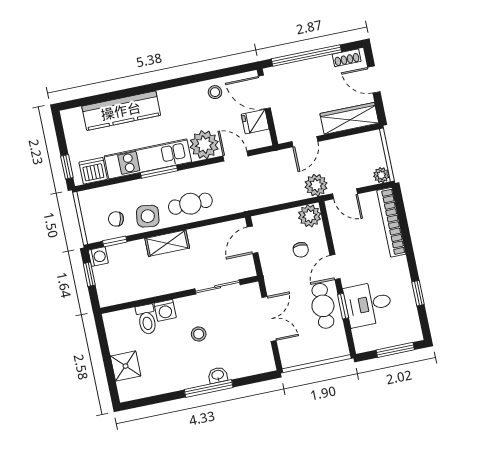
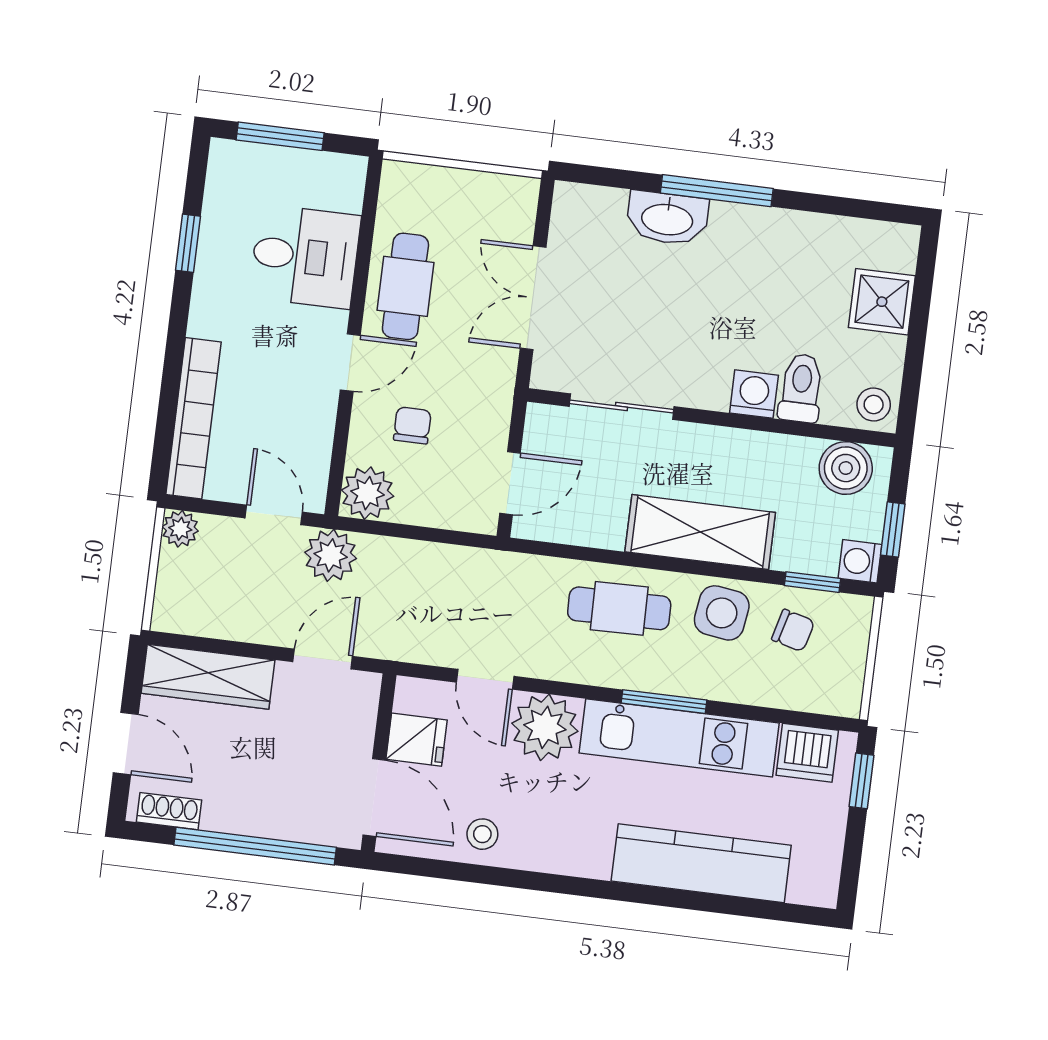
shelving: (167, 243) -> (700, 532), width x1.50, depth x1.33
boiler: (117, 293) -> (846, 468), added
window: (343, 306) -> (362, 271), removed
stool: (199, 334) -> (874, 404), moved
washbasin: (218, 375) -> (667, 218), width x1.91, depth x1.45

